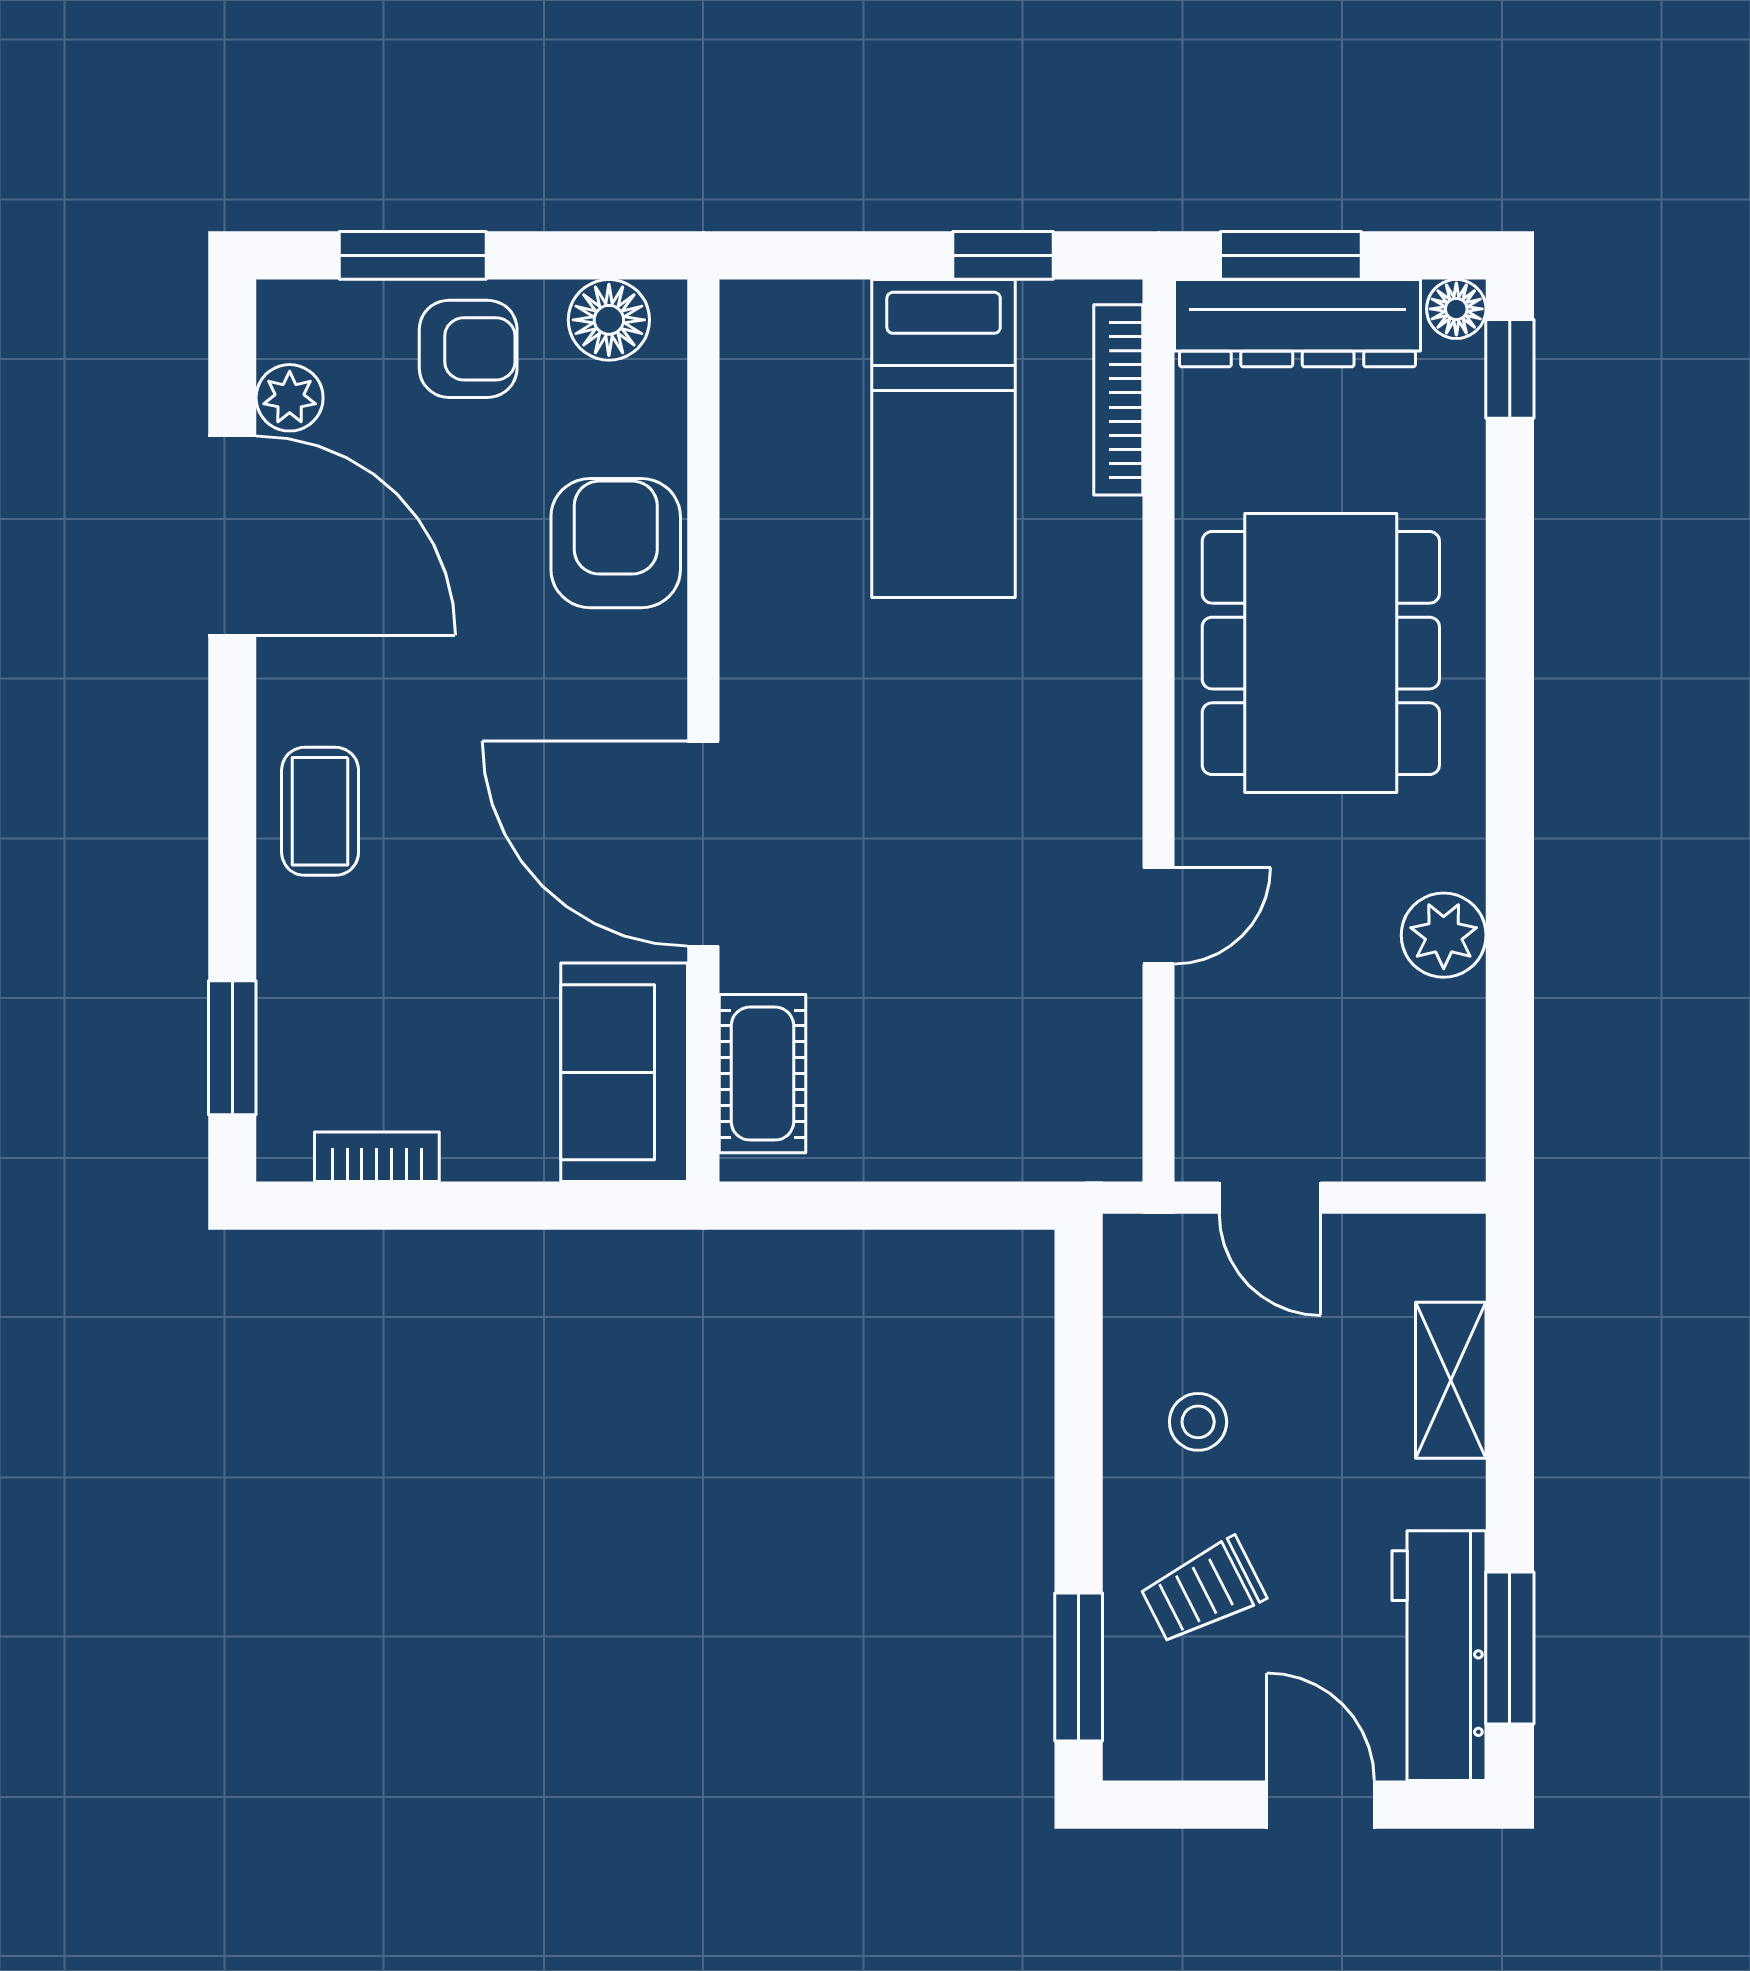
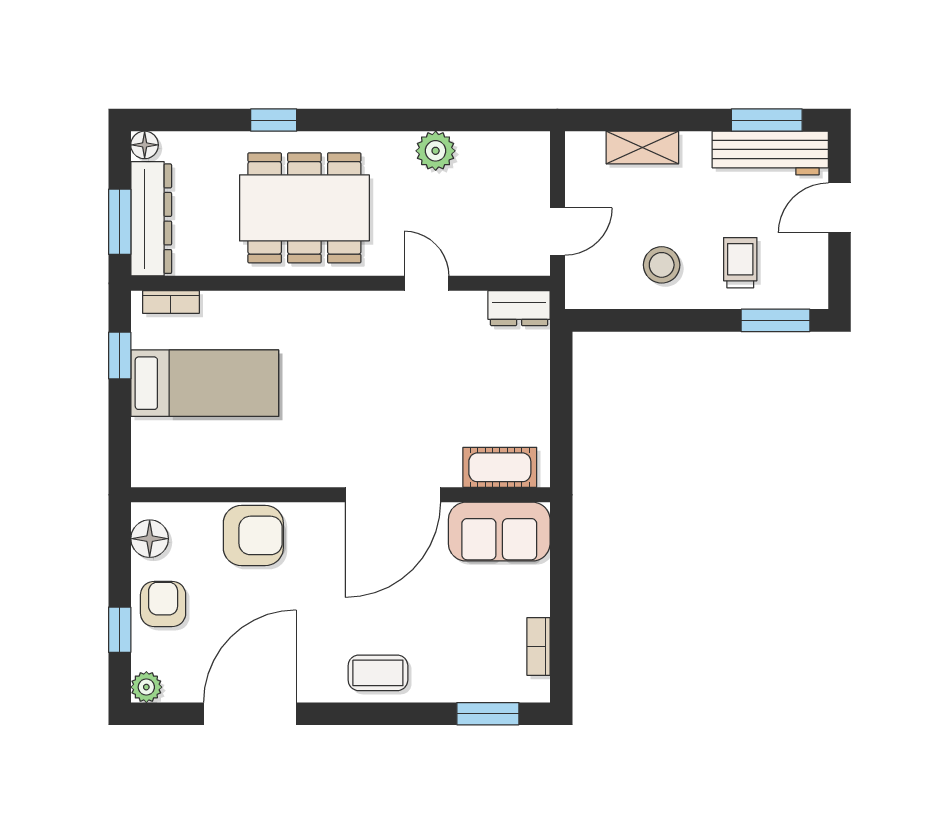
window: (413, 255) -> (120, 630), width x0.67
window: (1510, 369) -> (274, 120), moved
plant: (290, 398) -> (146, 687), moved
bookcase: (1118, 400) -> (171, 302), width x0.64
armchair: (616, 543) -> (253, 535), turned 180
dresser: (1105, 1115) -> (519, 308), added
stool: (1198, 1422) -> (662, 265), width x1.37, depth x1.37
trolley: (1203, 1591) -> (740, 263), turned -153

